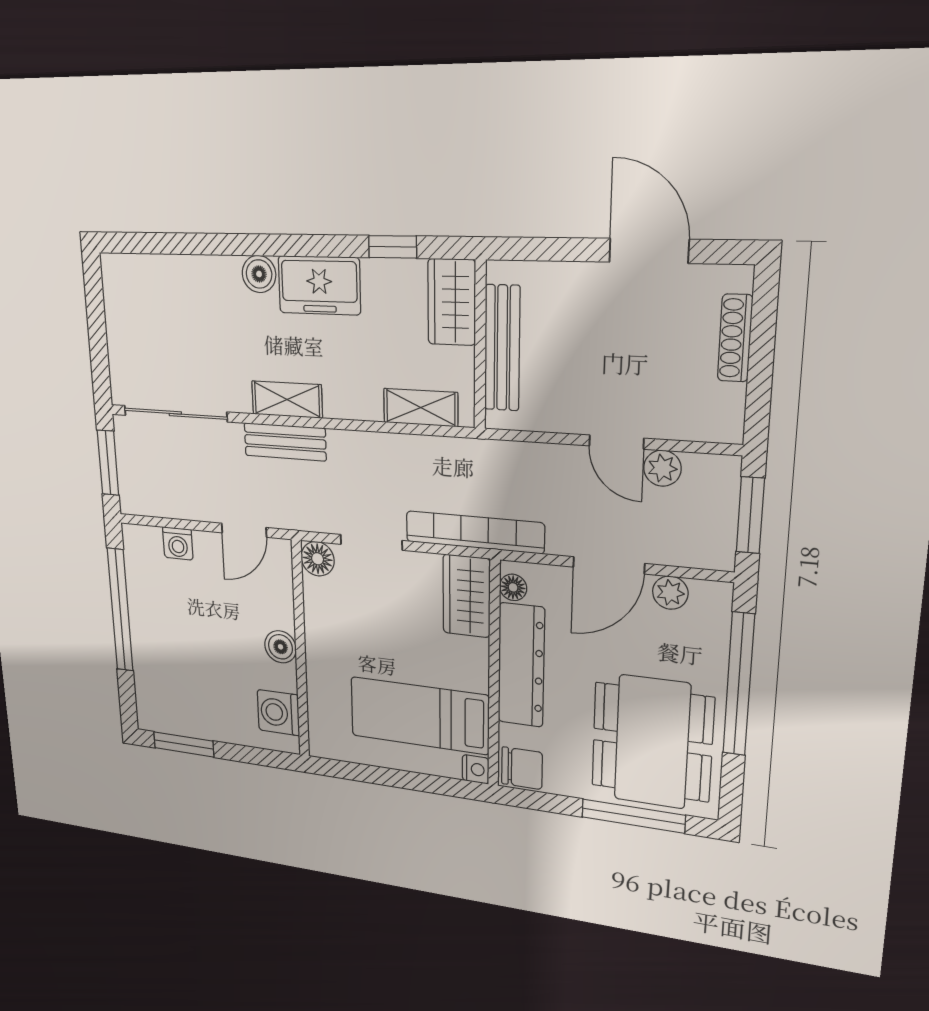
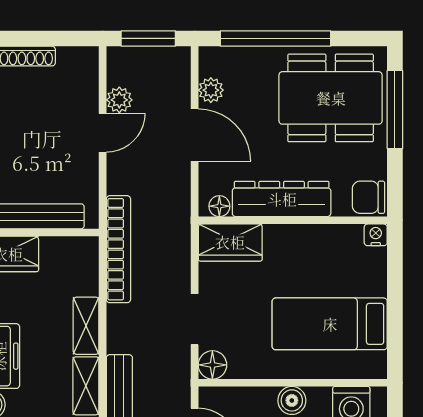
shelving: (421, 408) -> (86, 326), moved
bookcase: (474, 532) -> (118, 249), moved, turned 180
bed: (419, 716) -> (330, 324), moved, turned 90
chair: (522, 768) -> (368, 197), turned -90

